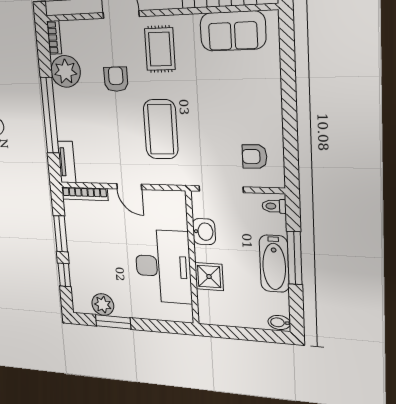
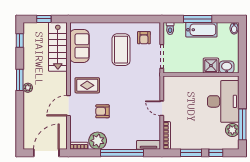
coffee table: (161, 129) -> (121, 50), moved, turned 90
door: (129, 187) -> (162, 108), swing flipped
washbasin: (204, 232) -> (227, 67), moved
desk: (163, 267) -> (223, 101), moved, turned 90
window: (113, 322) -> (242, 124), width x1.44

